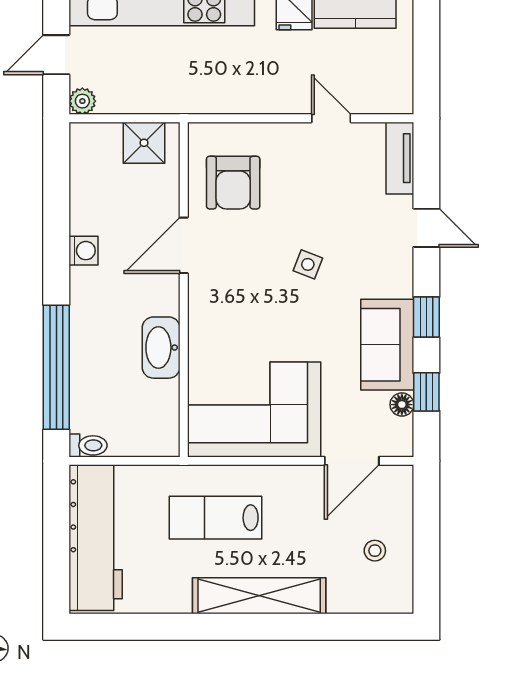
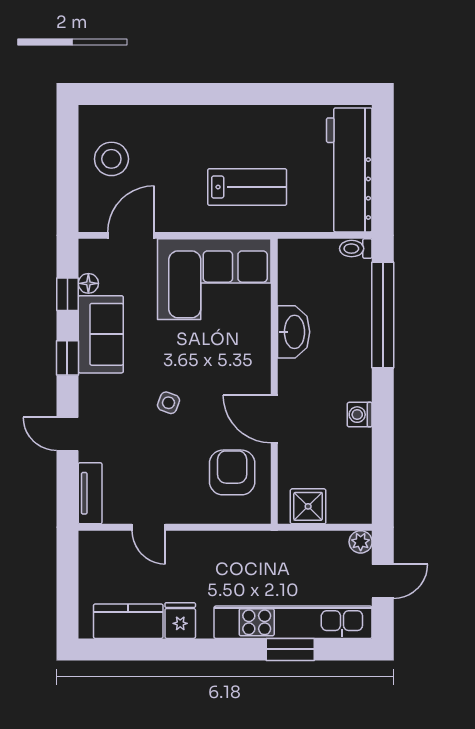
door: (184, 245) -> (274, 419), swing flipped
stool: (375, 551) -> (111, 159), width x1.89, depth x1.89
shelving: (259, 596) -> (210, 120), removed

